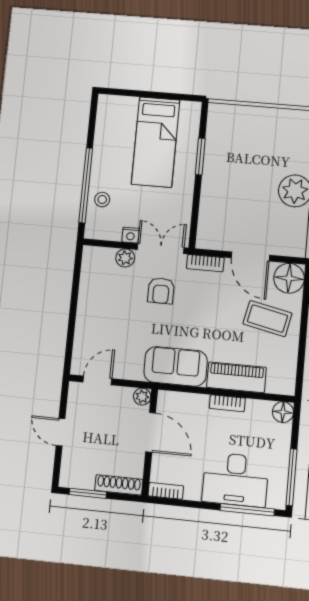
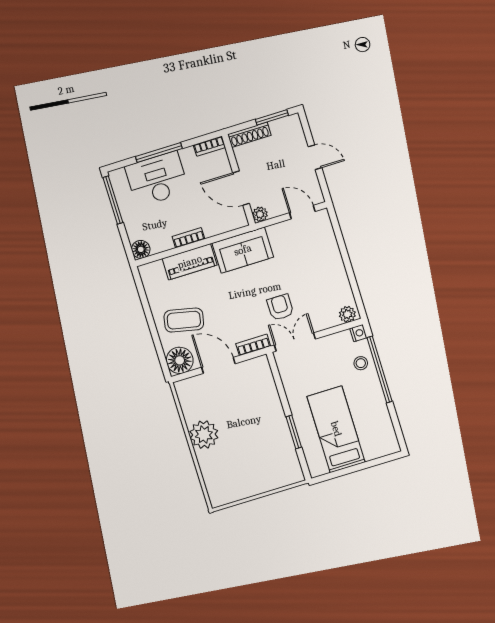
nightstand: (130, 235) -> (358, 333), moved, turned 90
double door: (161, 249) -> (295, 342), swing flipped
plant: (125, 258) -> (347, 314), moved
door: (97, 380) -> (302, 212), swing flipped
window: (247, 510) -> (159, 153), moved

